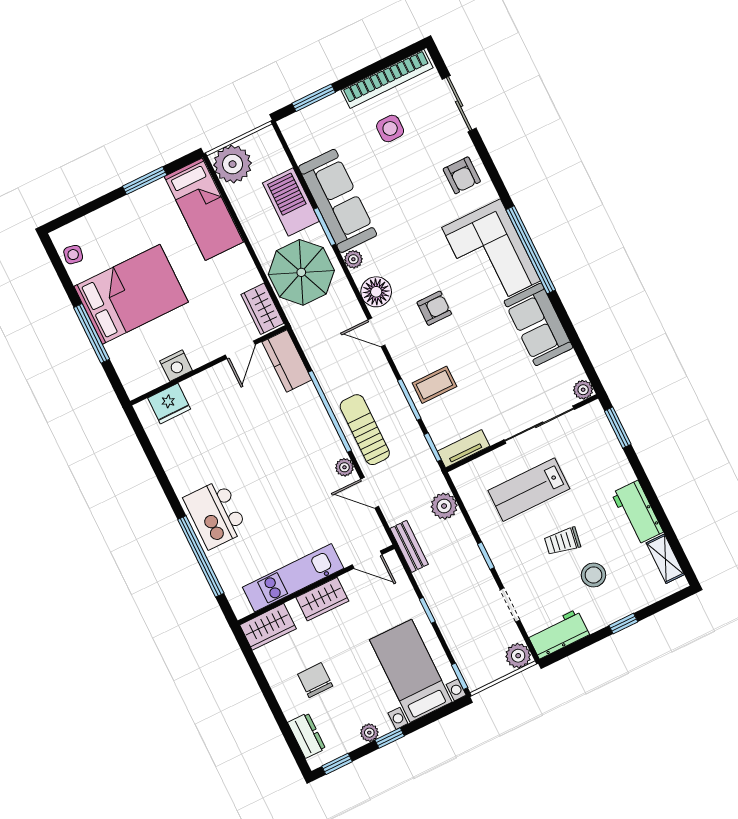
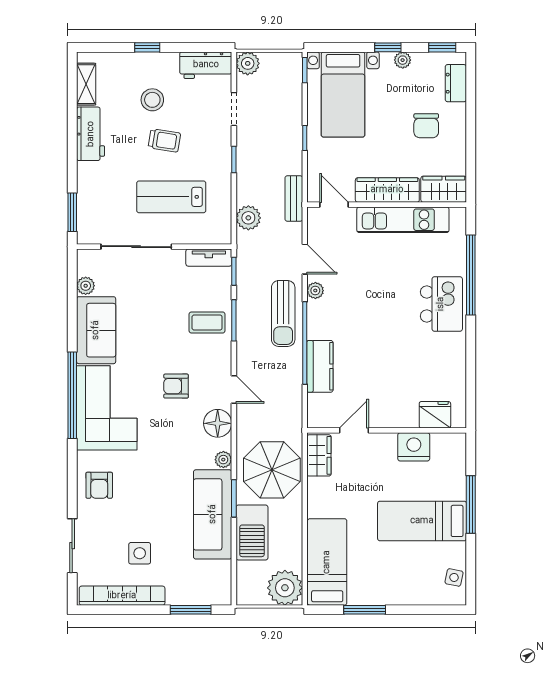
armchair: (462, 175) -> (99, 485), turned 180
bed: (131, 294) -> (422, 521), width x0.67
kitchen counter: (287, 361) -> (320, 366), moved
nightstand: (176, 366) -> (414, 447), width x1.36, depth x1.33
plant: (583, 390) -> (86, 286), moved
lab bench: (529, 490) -> (171, 197), turned 180
wardrobe: (322, 599) -> (387, 190), width x1.50

